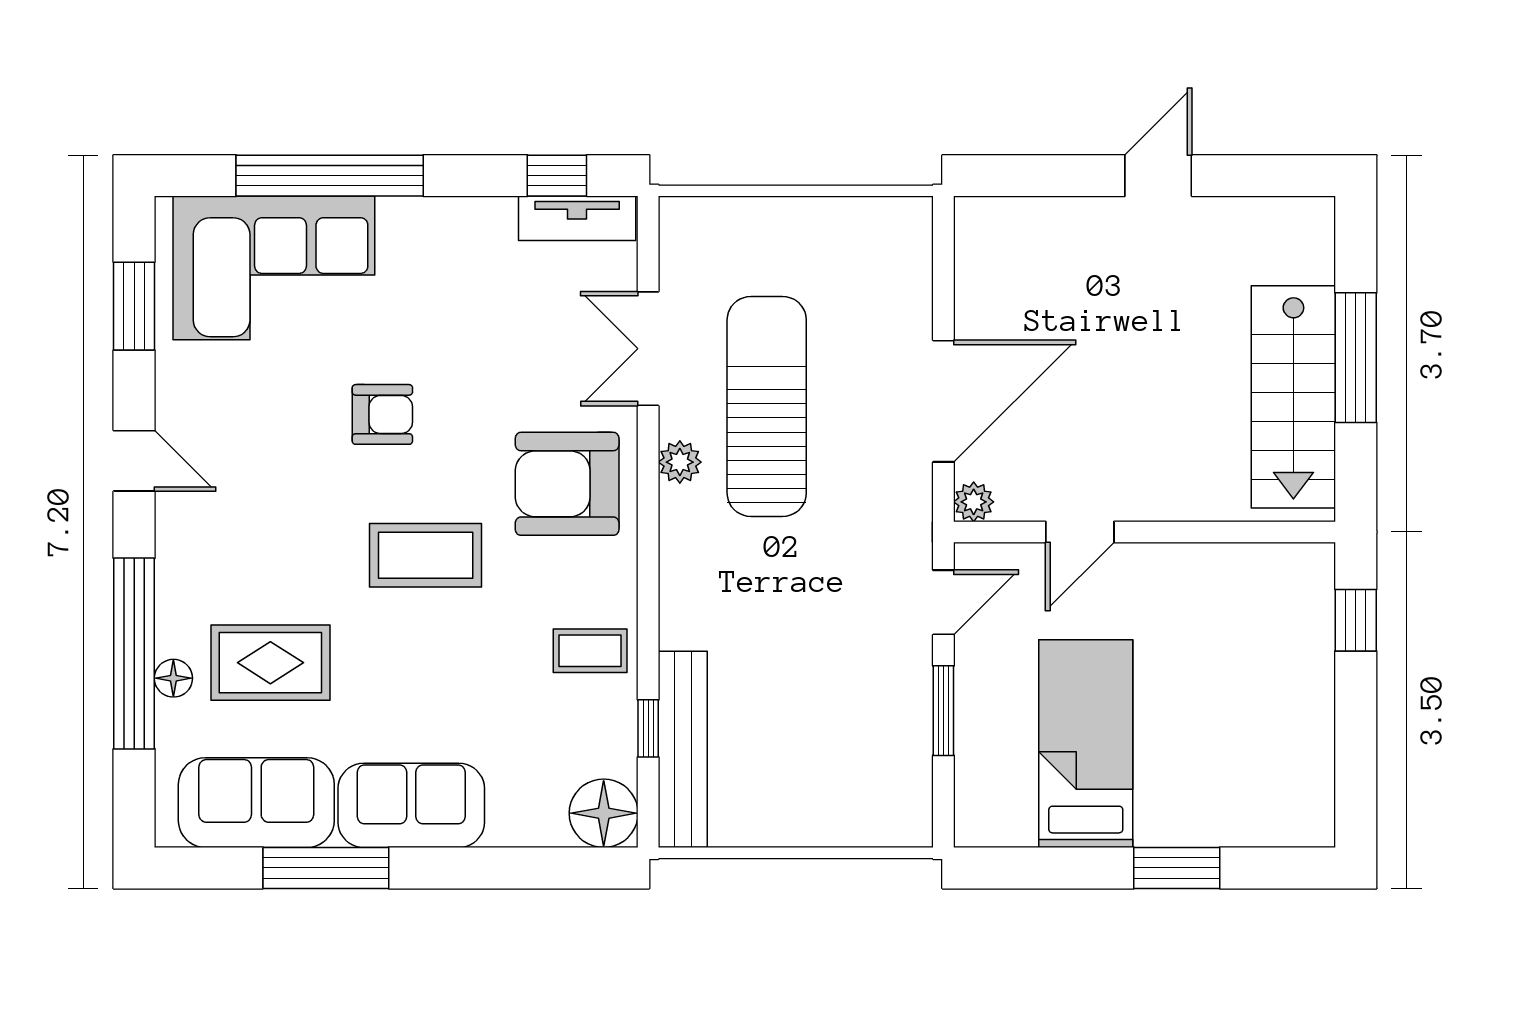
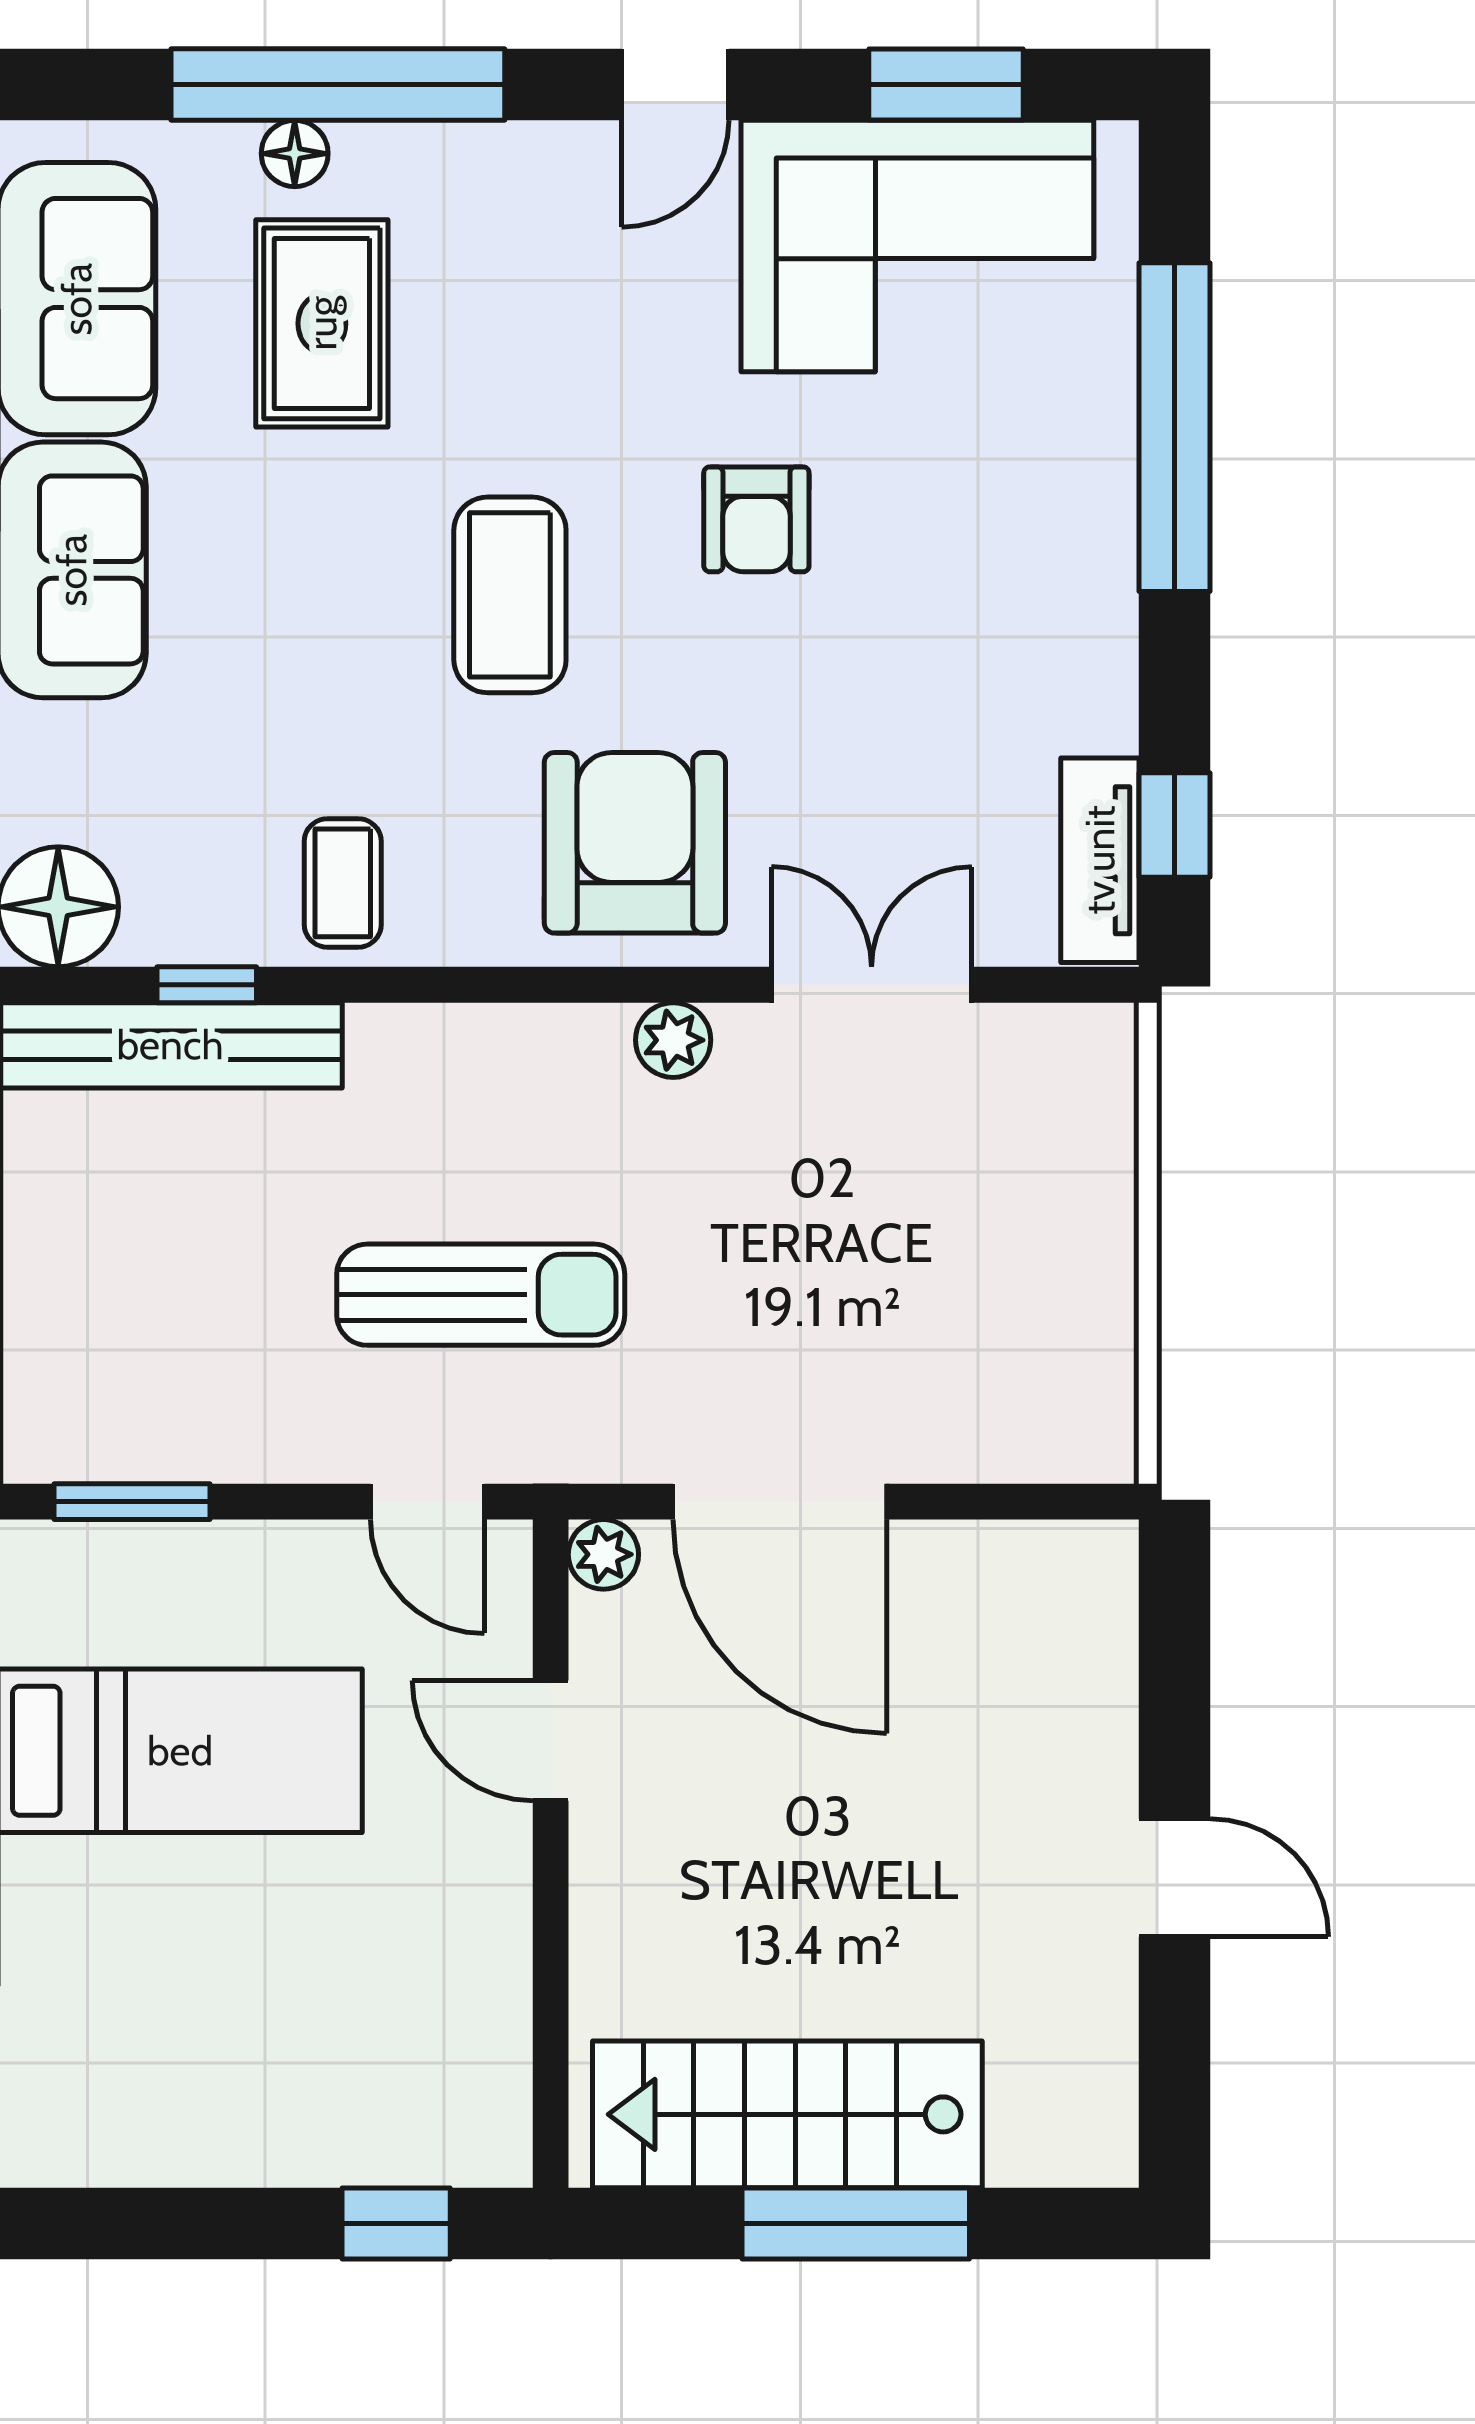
corner sofa: (274, 268) -> (917, 246), moved, turned -90
sun lounger: (767, 406) -> (481, 1295), moved, width x0.73, depth x0.75
window: (943, 711) -> (132, 1502), moved

